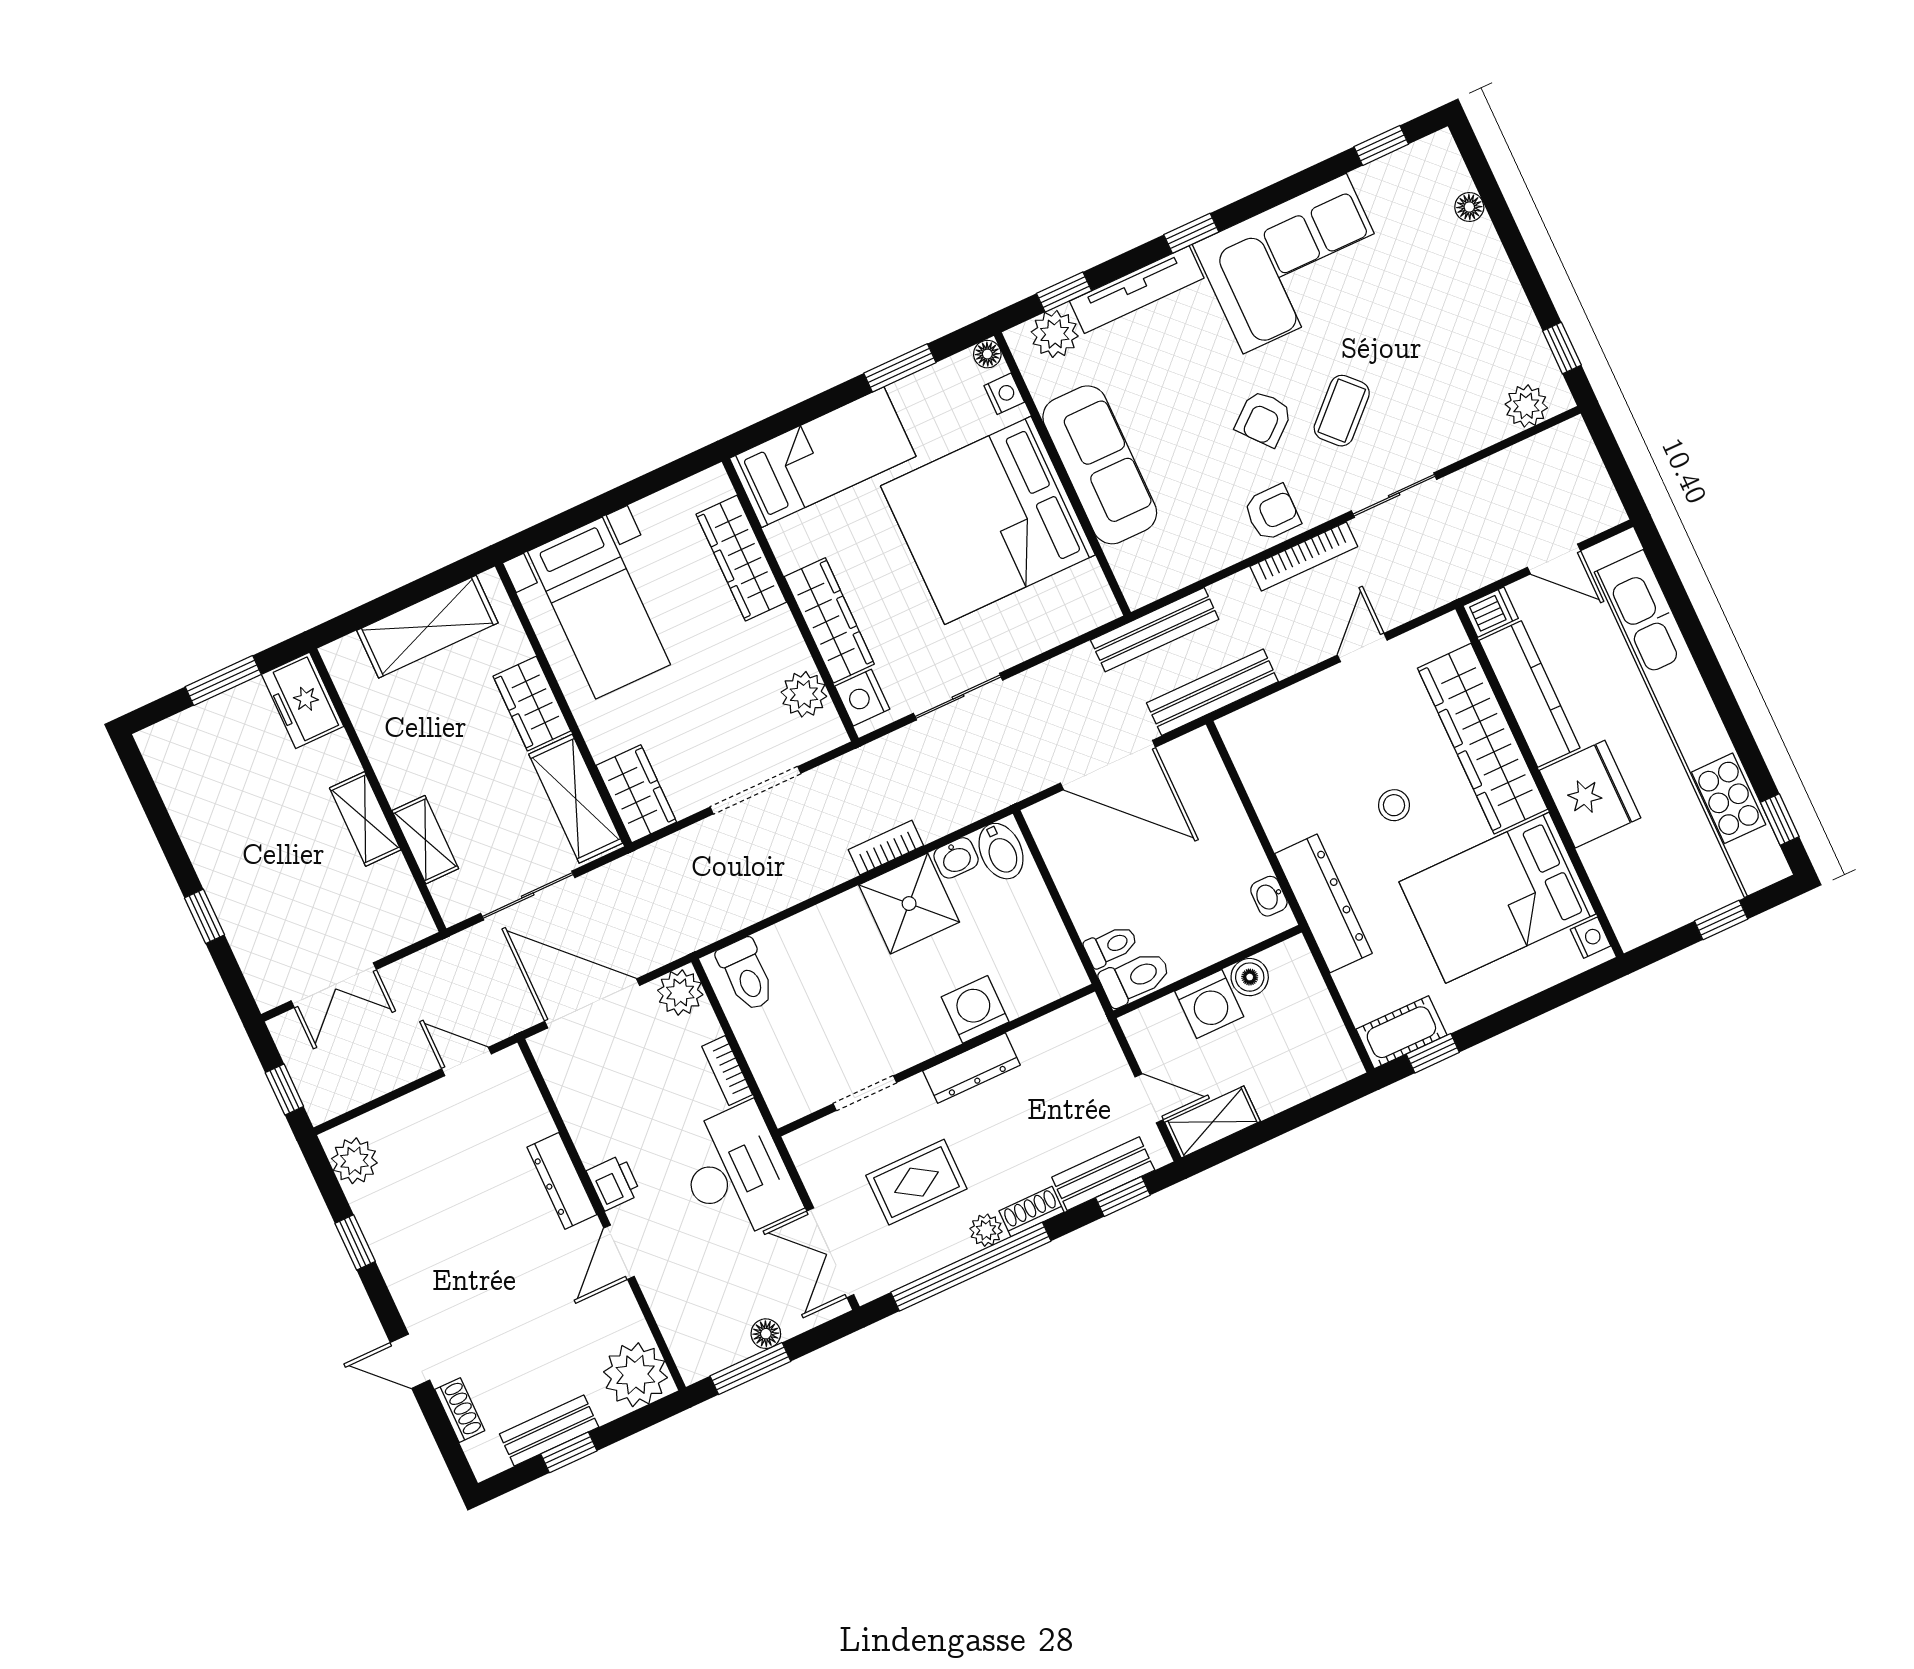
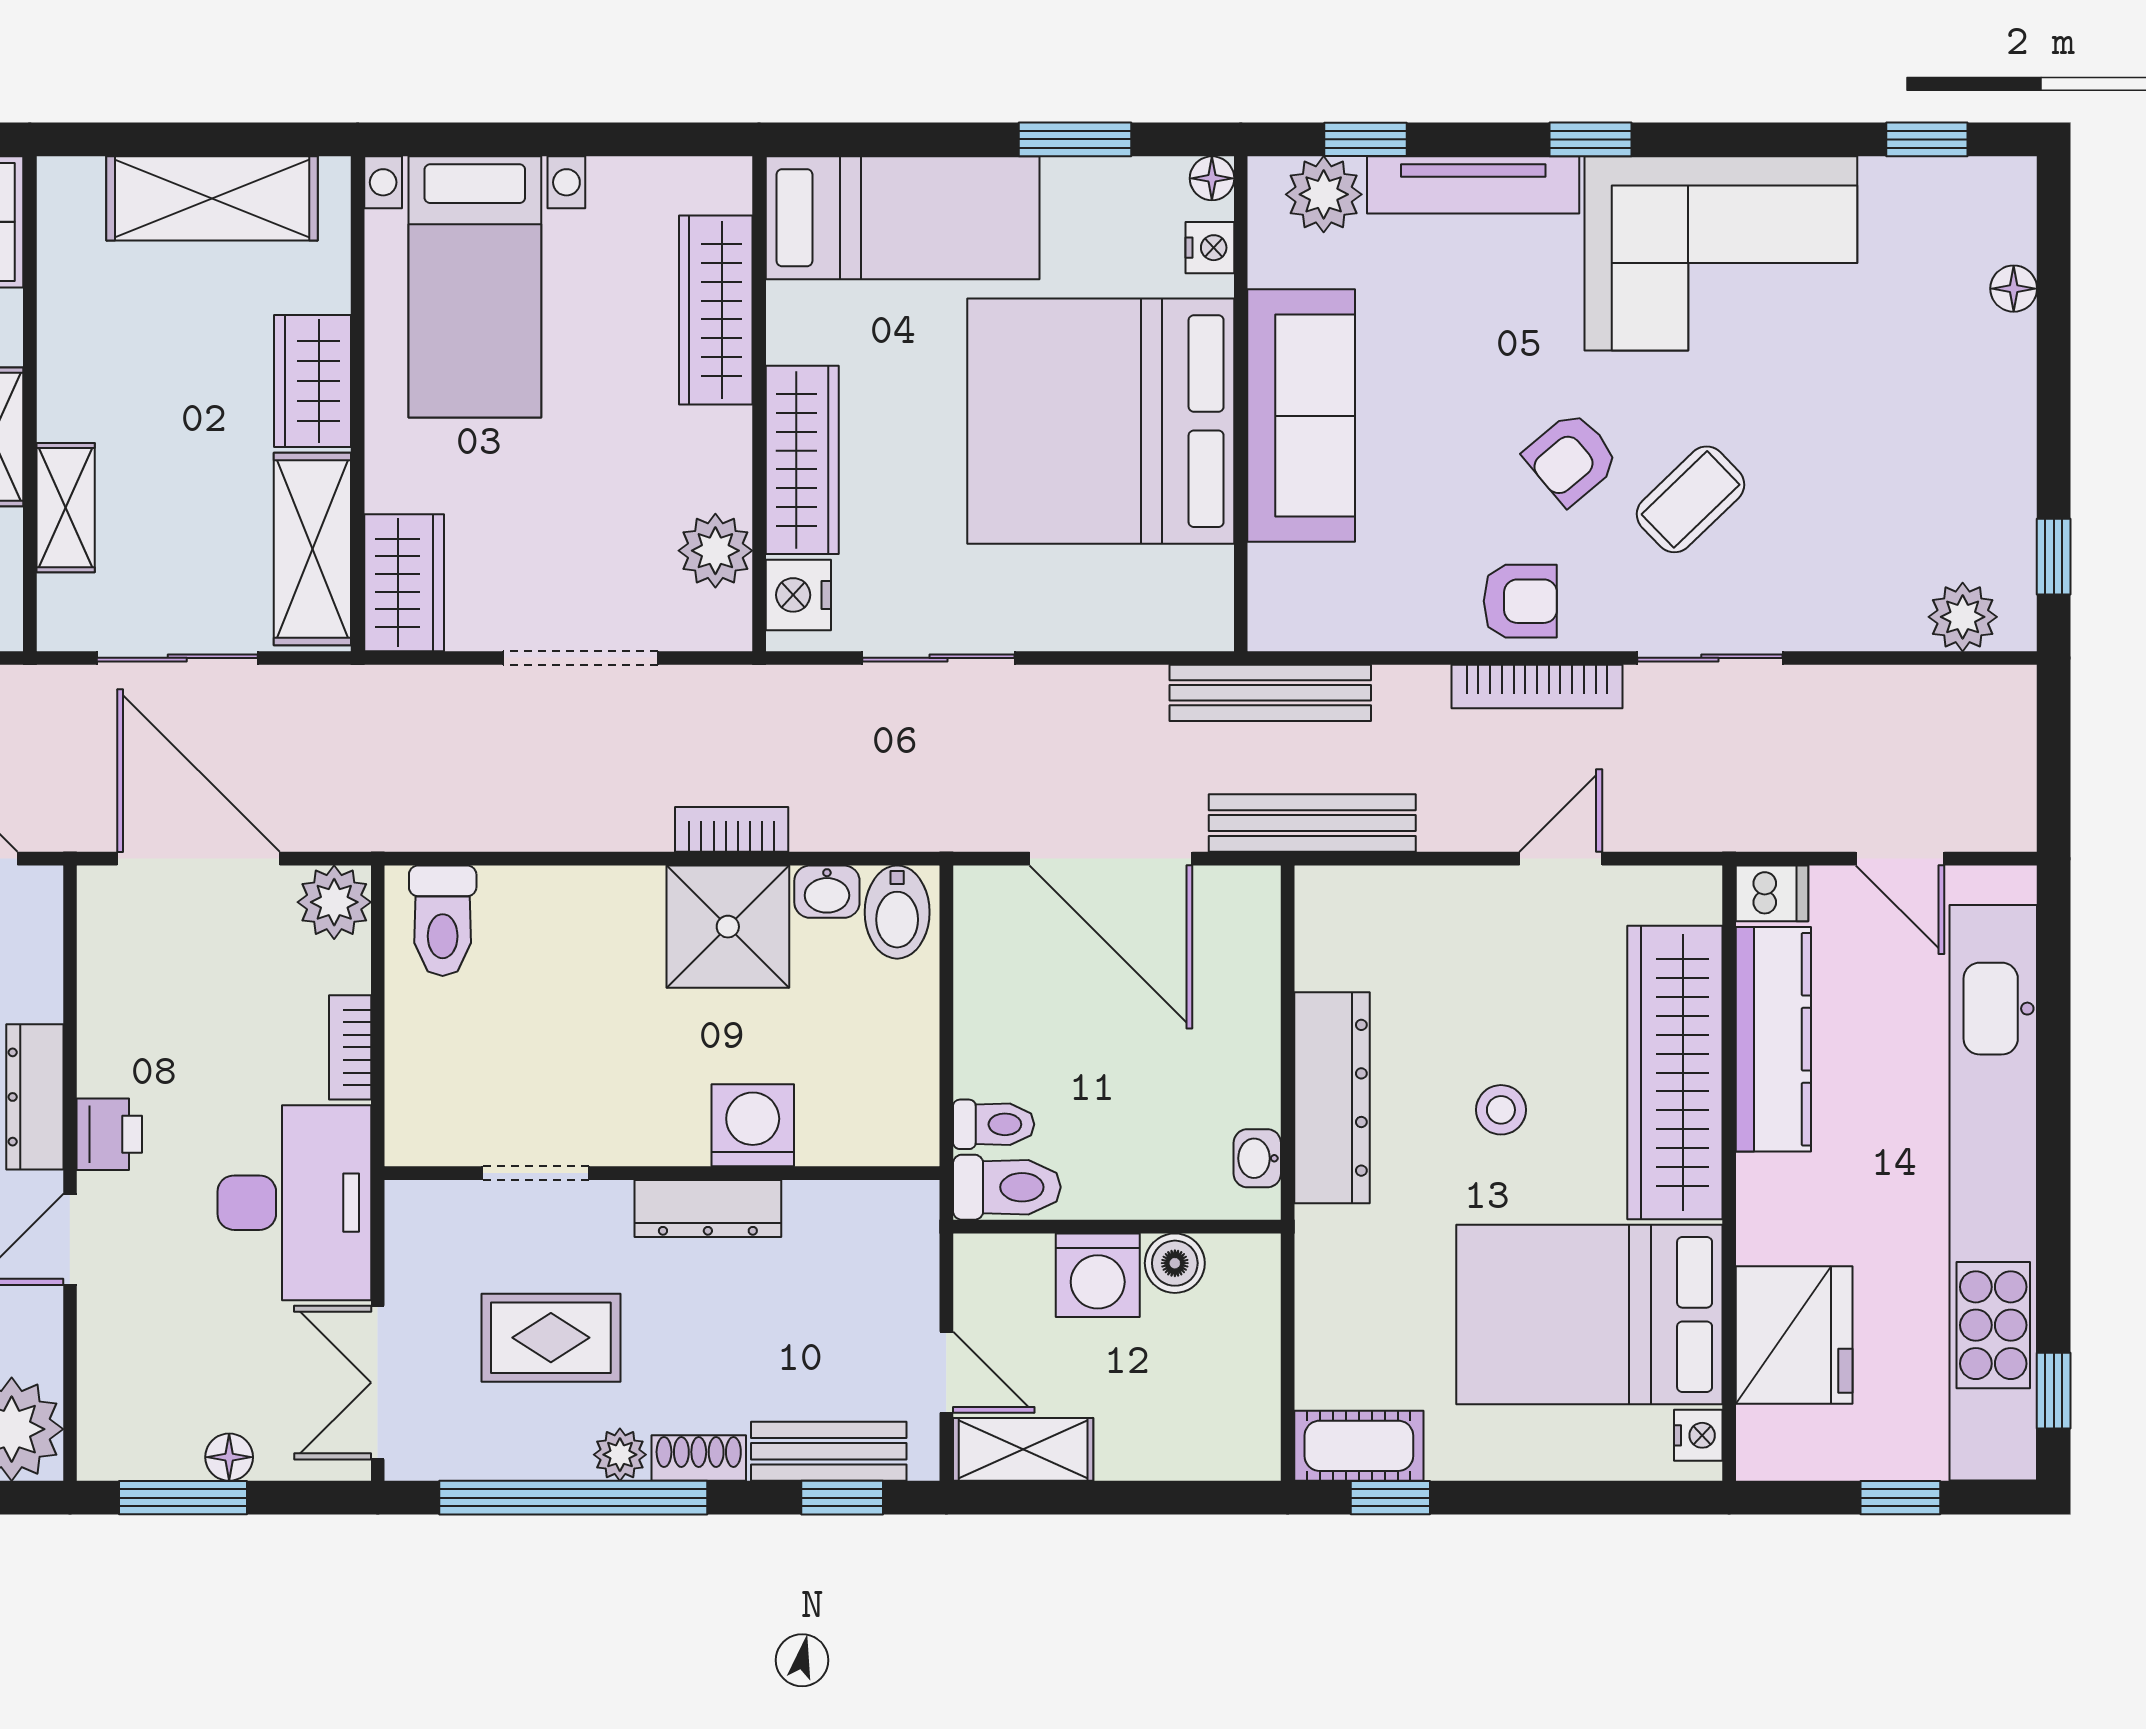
fridge: (1590, 794) -> (1794, 1335), moved
dresser: (1323, 903) -> (1332, 1098), moved

